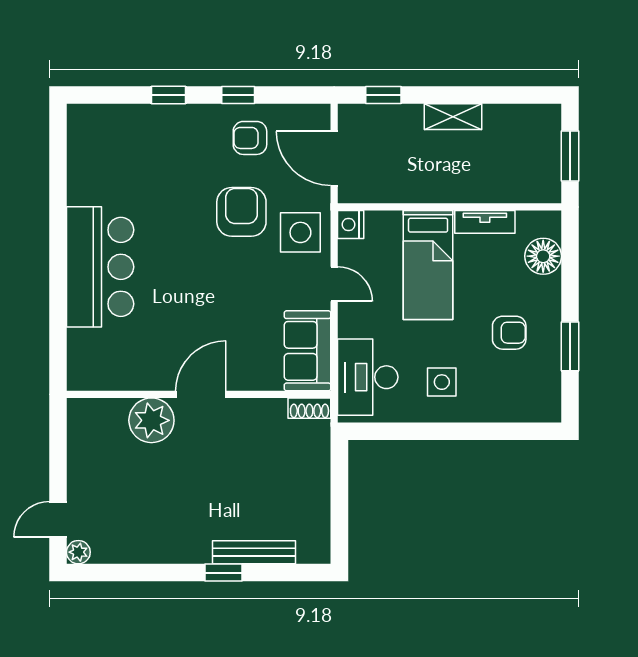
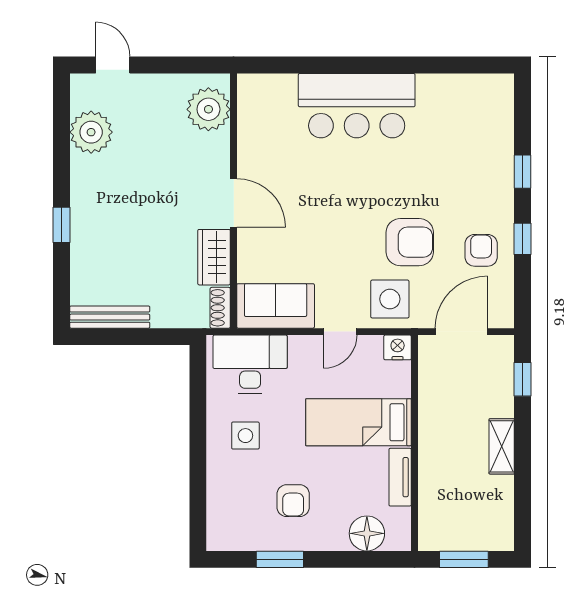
wardrobe: (257, 415) -> (214, 257), added
plant: (151, 420) -> (208, 109), moved
plant: (78, 552) -> (91, 132), moved, width x1.88, depth x1.88
bench: (254, 552) -> (110, 317), moved, turned 90

